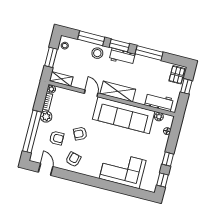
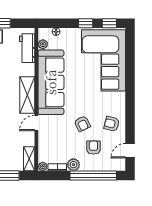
corner sofa: (123, 170) -> (103, 60), width x1.36, depth x1.36

